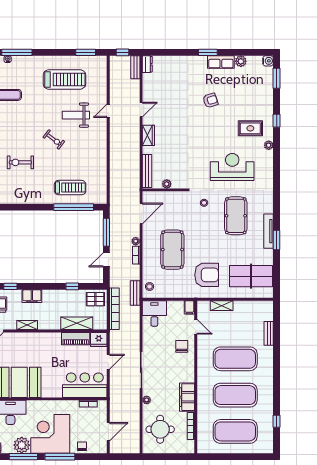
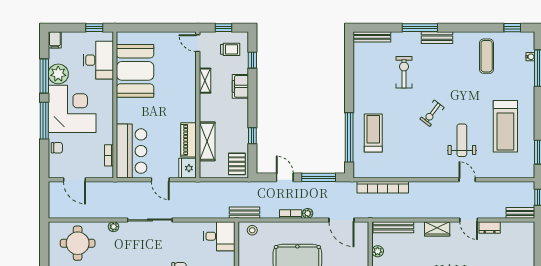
dresser: (147, 64) -> (490, 227), moved
treadmill: (70, 188) -> (373, 133), turned 180
bookcase: (114, 309) -> (383, 187), moved

